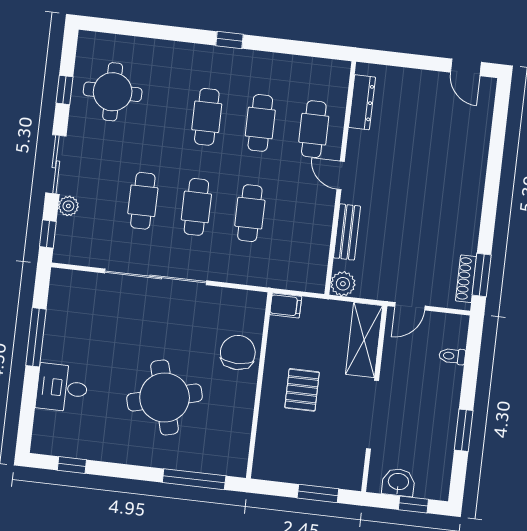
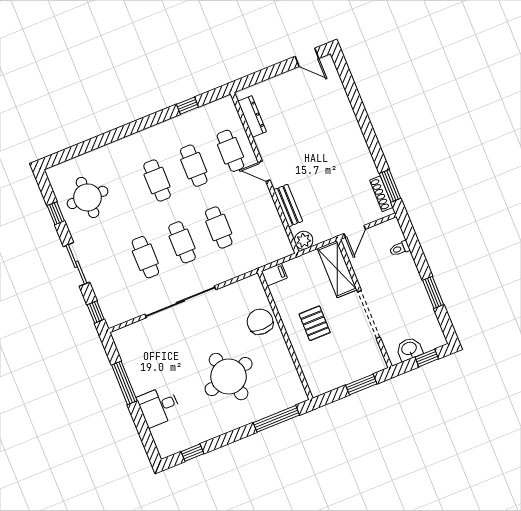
window: (229, 40) -> (187, 106), moved
plant: (68, 206) -> (99, 287), removed

